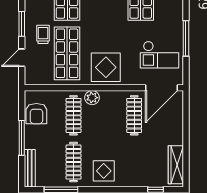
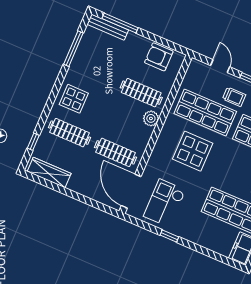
window: (186, 38) -> (169, 236), width x0.46
display table: (106, 67) -> (193, 151), moved
window: (22, 138) -> (120, 23), moved
clothes rail: (74, 162) -> (69, 133), moved

